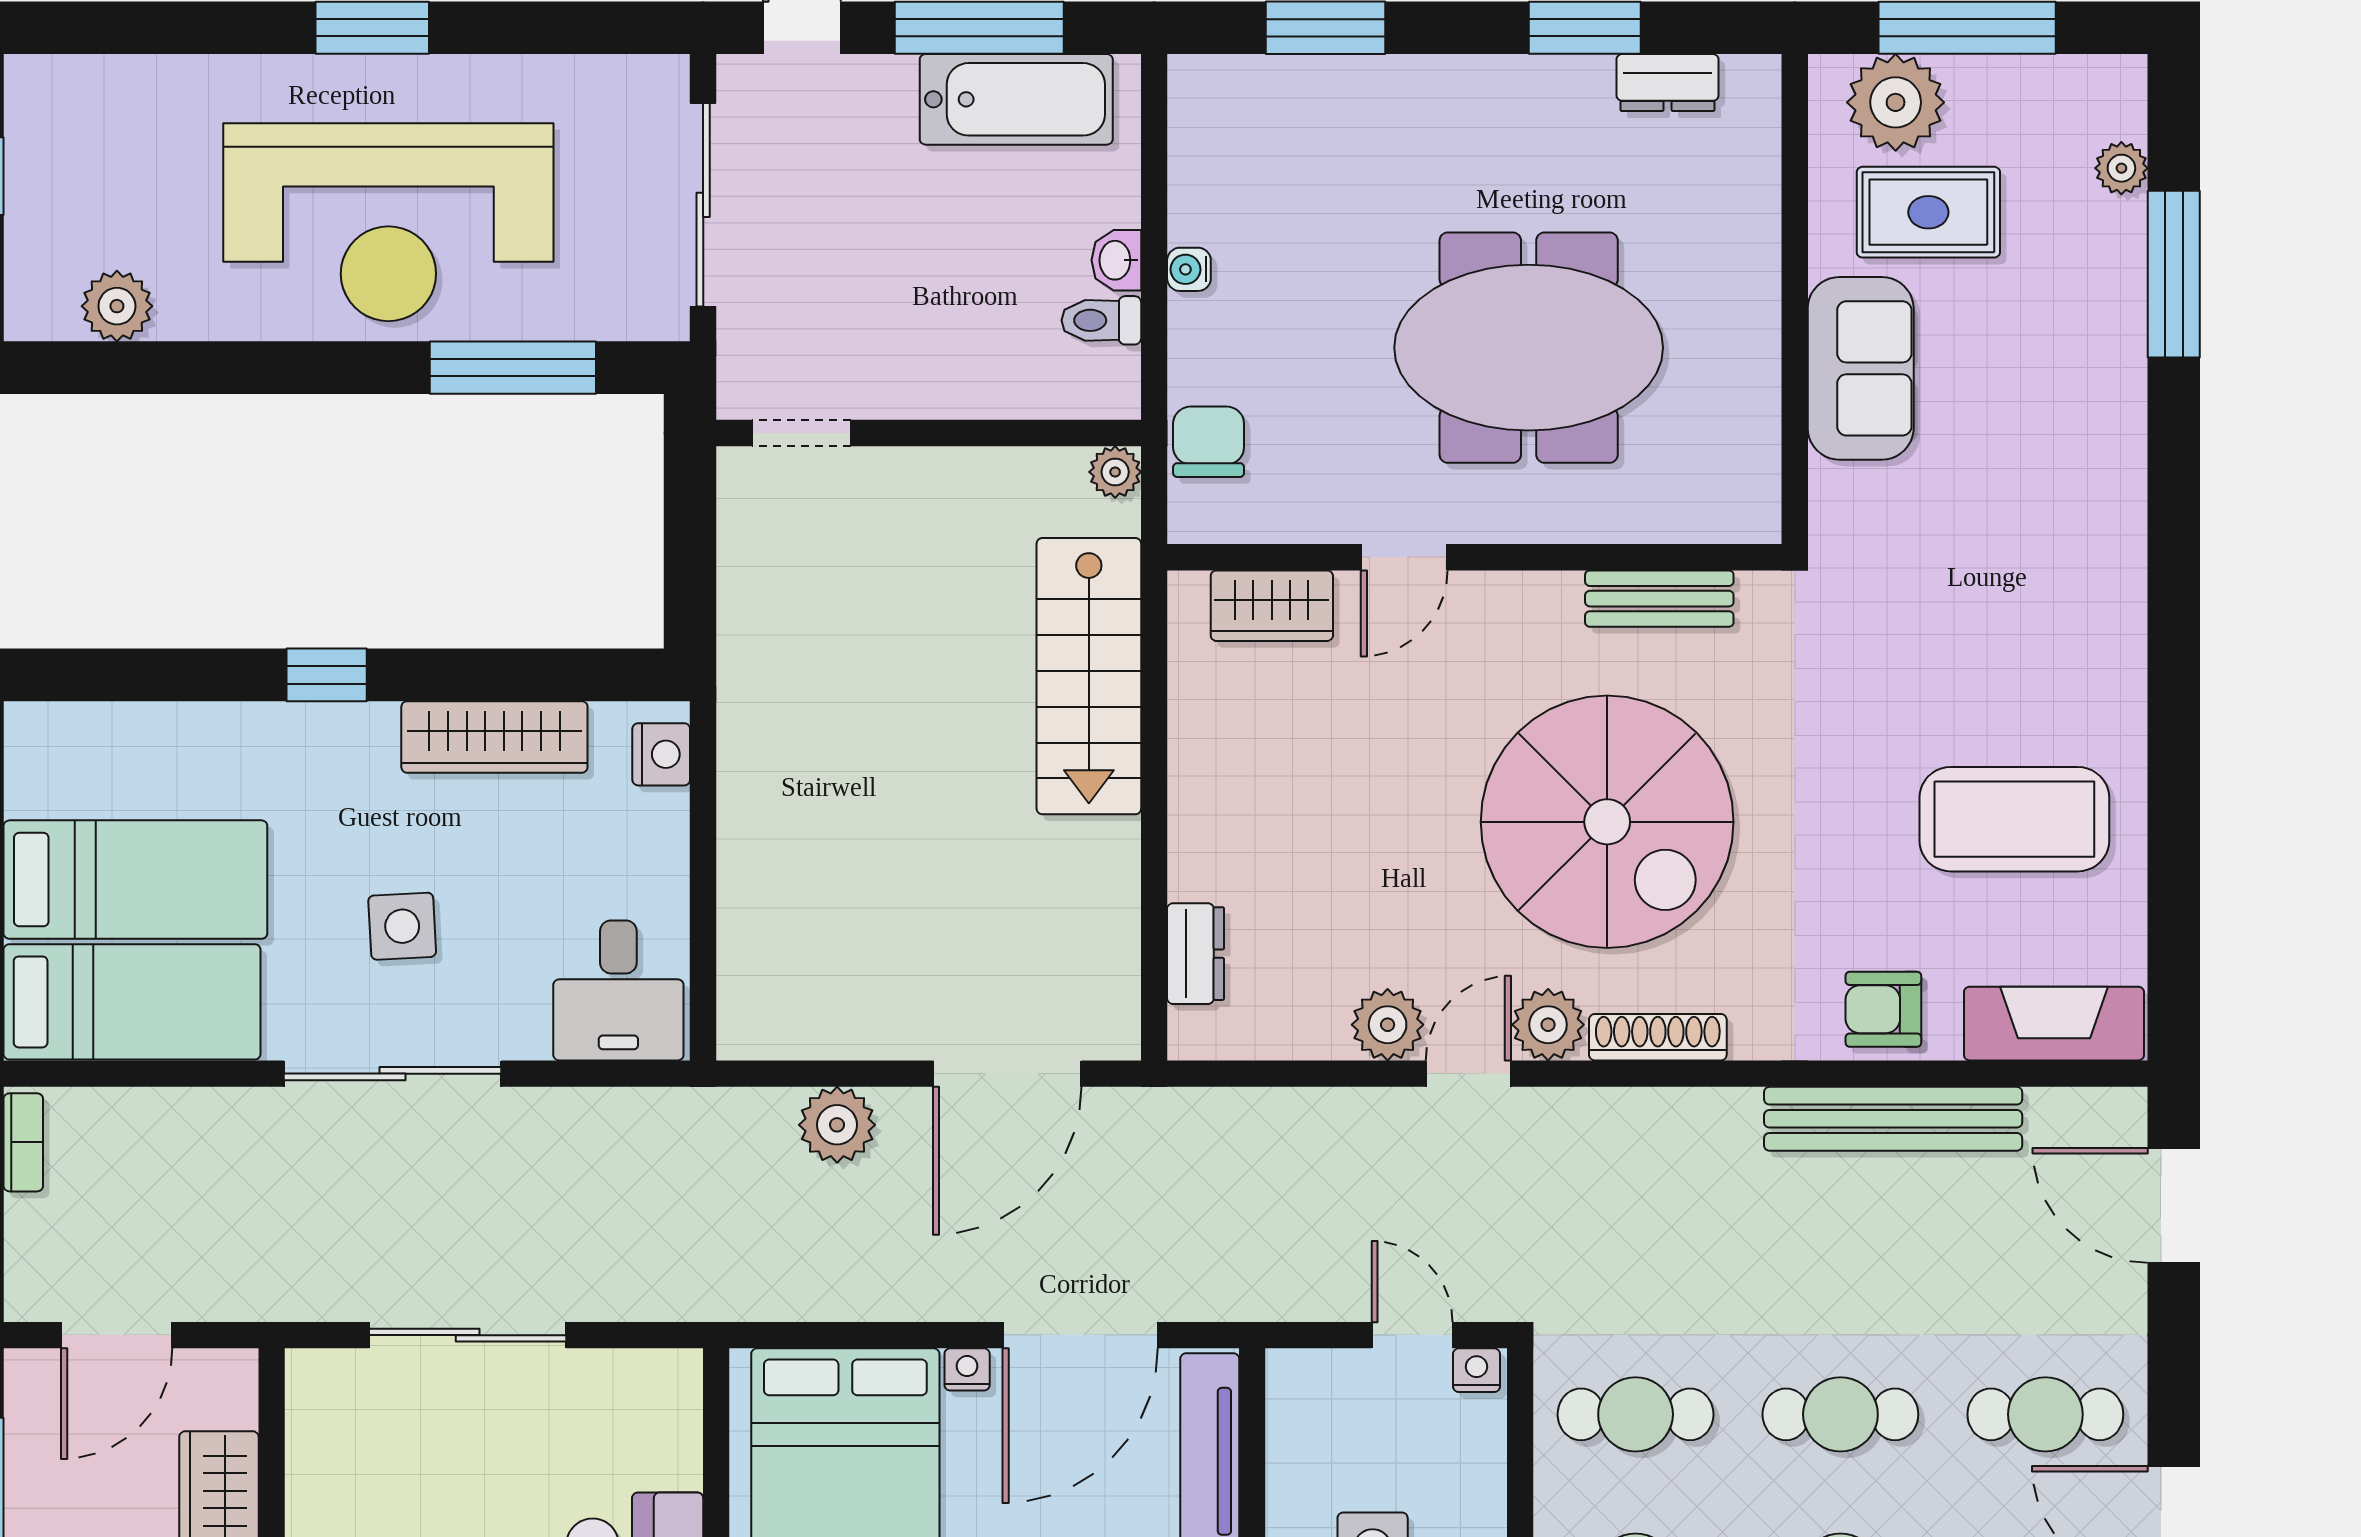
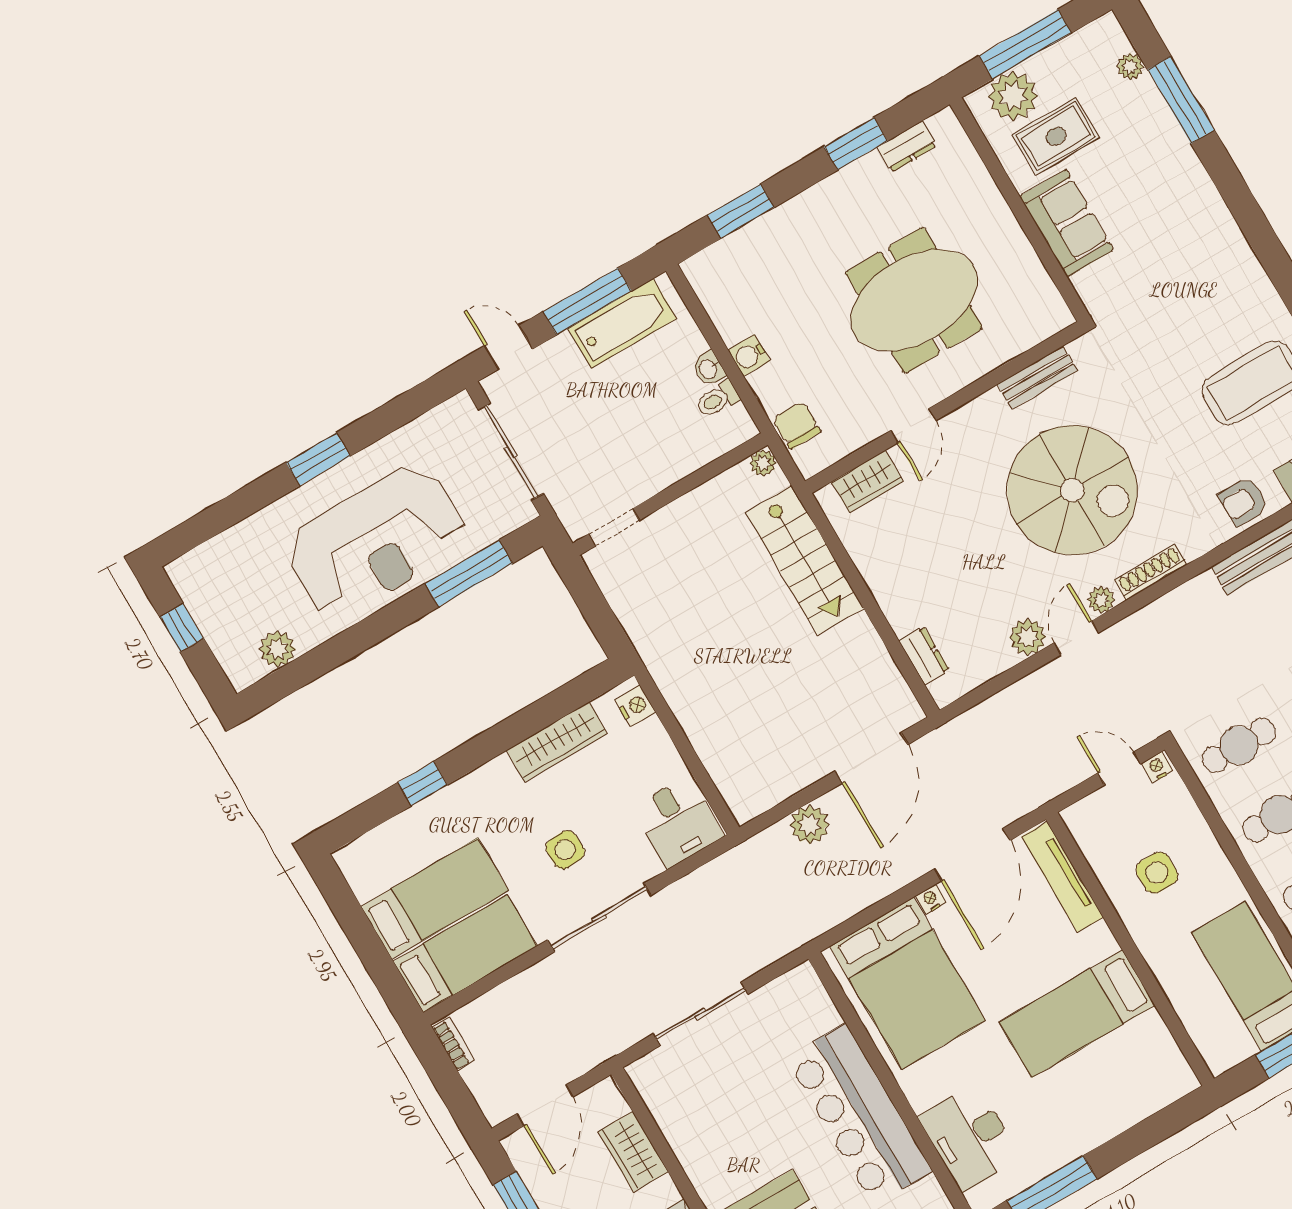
water cooler: (1189, 269) -> (749, 355), width x1.38, depth x1.38
window: (327, 675) -> (423, 784), moved
plant: (1548, 1025) -> (1101, 600), width x0.73, depth x0.73

